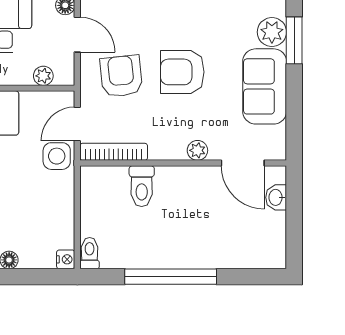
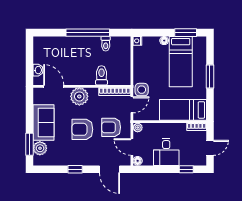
armchair: (182, 72) -> (82, 129), turned 180
plant: (43, 76) -> (138, 128), moved
armchair: (121, 76) -> (111, 127), turned 96
plant: (197, 150) -> (79, 96), width x1.88, depth x1.88
toilet: (90, 253) -> (106, 44), moved

